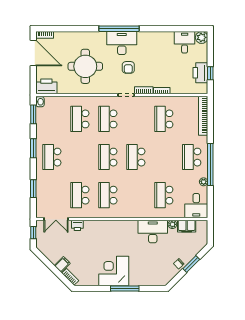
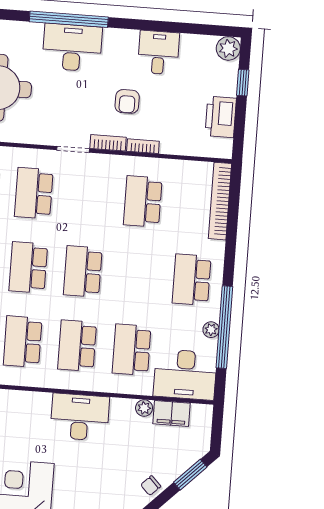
desk: (185, 42) -> (159, 53), moved
armchair: (128, 67) -> (127, 101), moved
window: (210, 73) -> (243, 83), moved
window: (210, 164) -> (224, 327), moved
school desk: (136, 195) -> (77, 346), added
desk: (196, 206) -> (185, 375), width x1.37
desk: (153, 232) -> (80, 417), moved
window: (191, 264) -> (190, 475), moved

